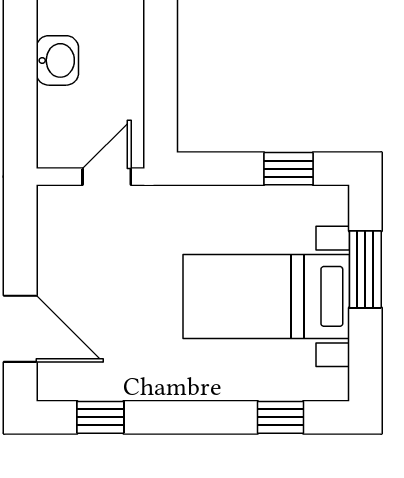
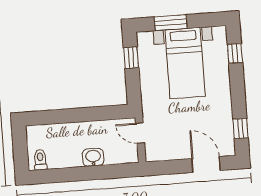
door: (20, 329) -> (206, 164), hinge flipped

